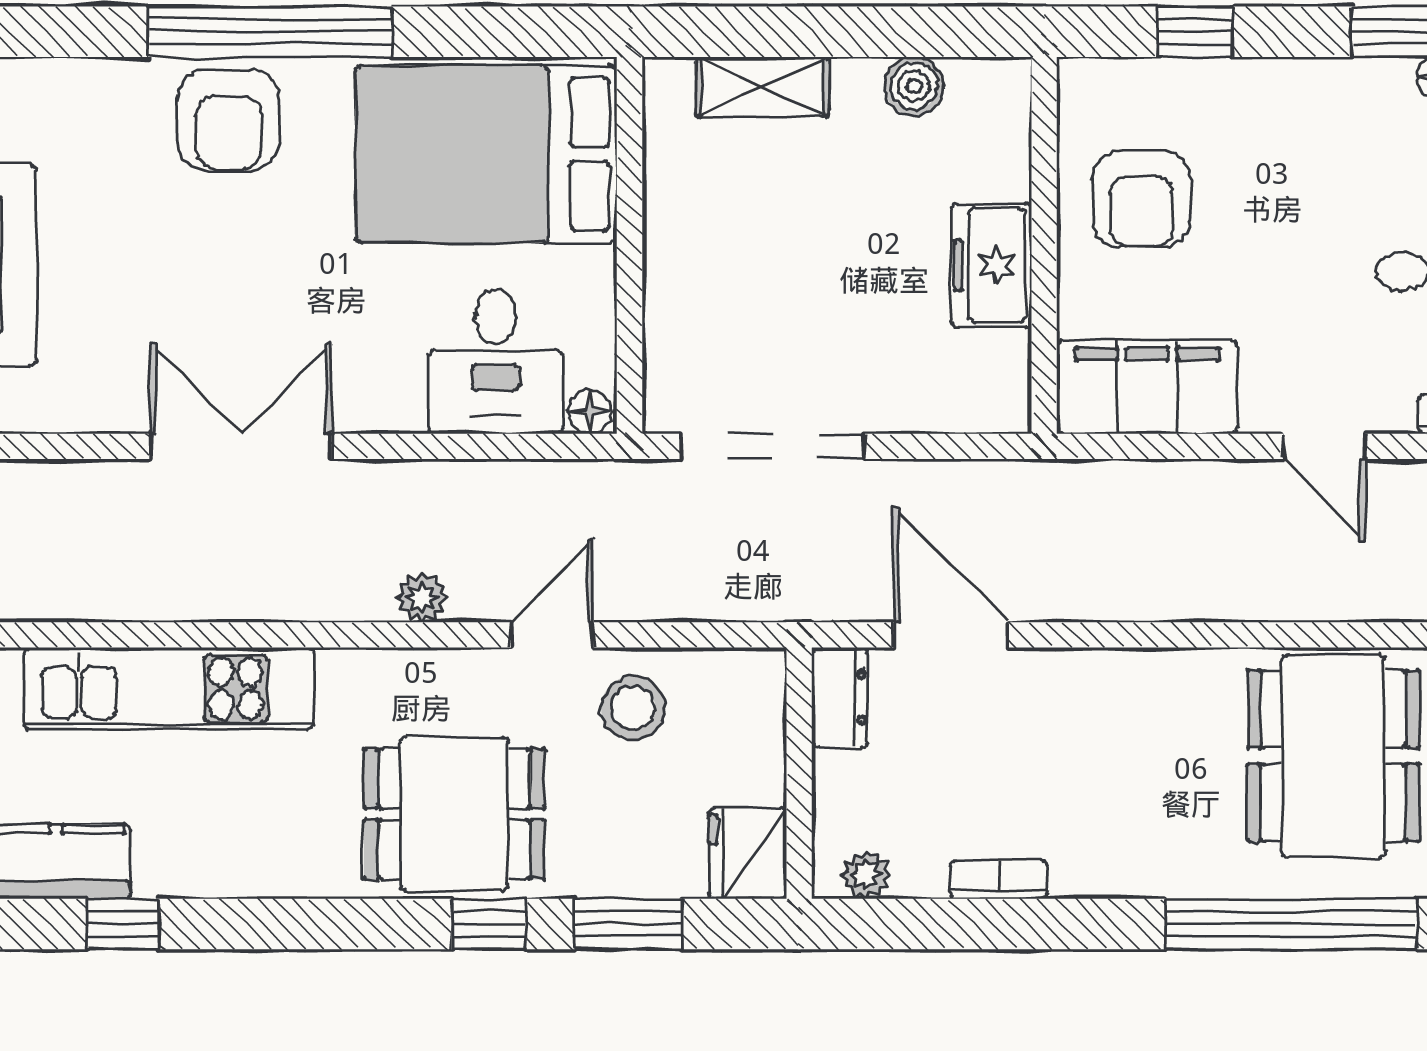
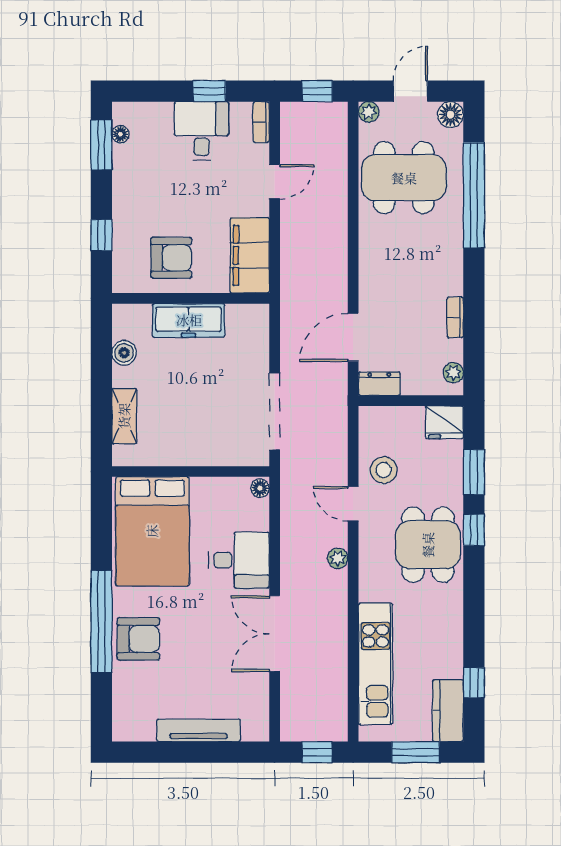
freezer: (991, 265) -> (189, 320), width x1.40
desk: (496, 362) -> (239, 560), moved

